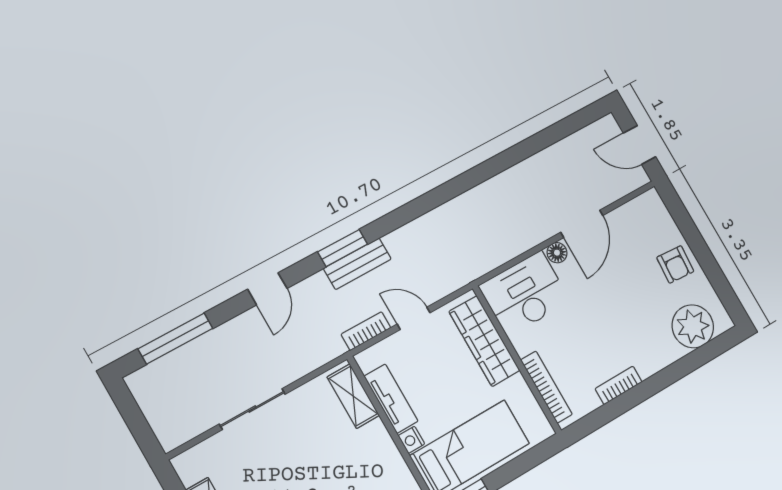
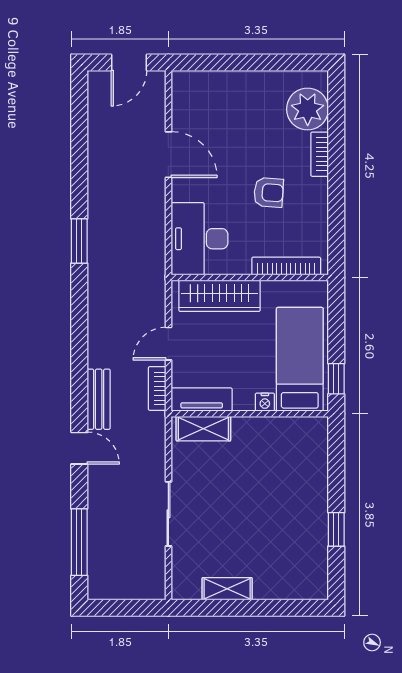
window: (343, 248) -> (79, 241), moved
floor lamp: (557, 253) -> (181, 191), removed
bench: (357, 264) -> (99, 399), moved
armchair: (675, 264) -> (269, 193), moved
bookcase: (619, 385) -> (320, 154), moved
tv unit: (391, 399) -> (202, 400), moved

